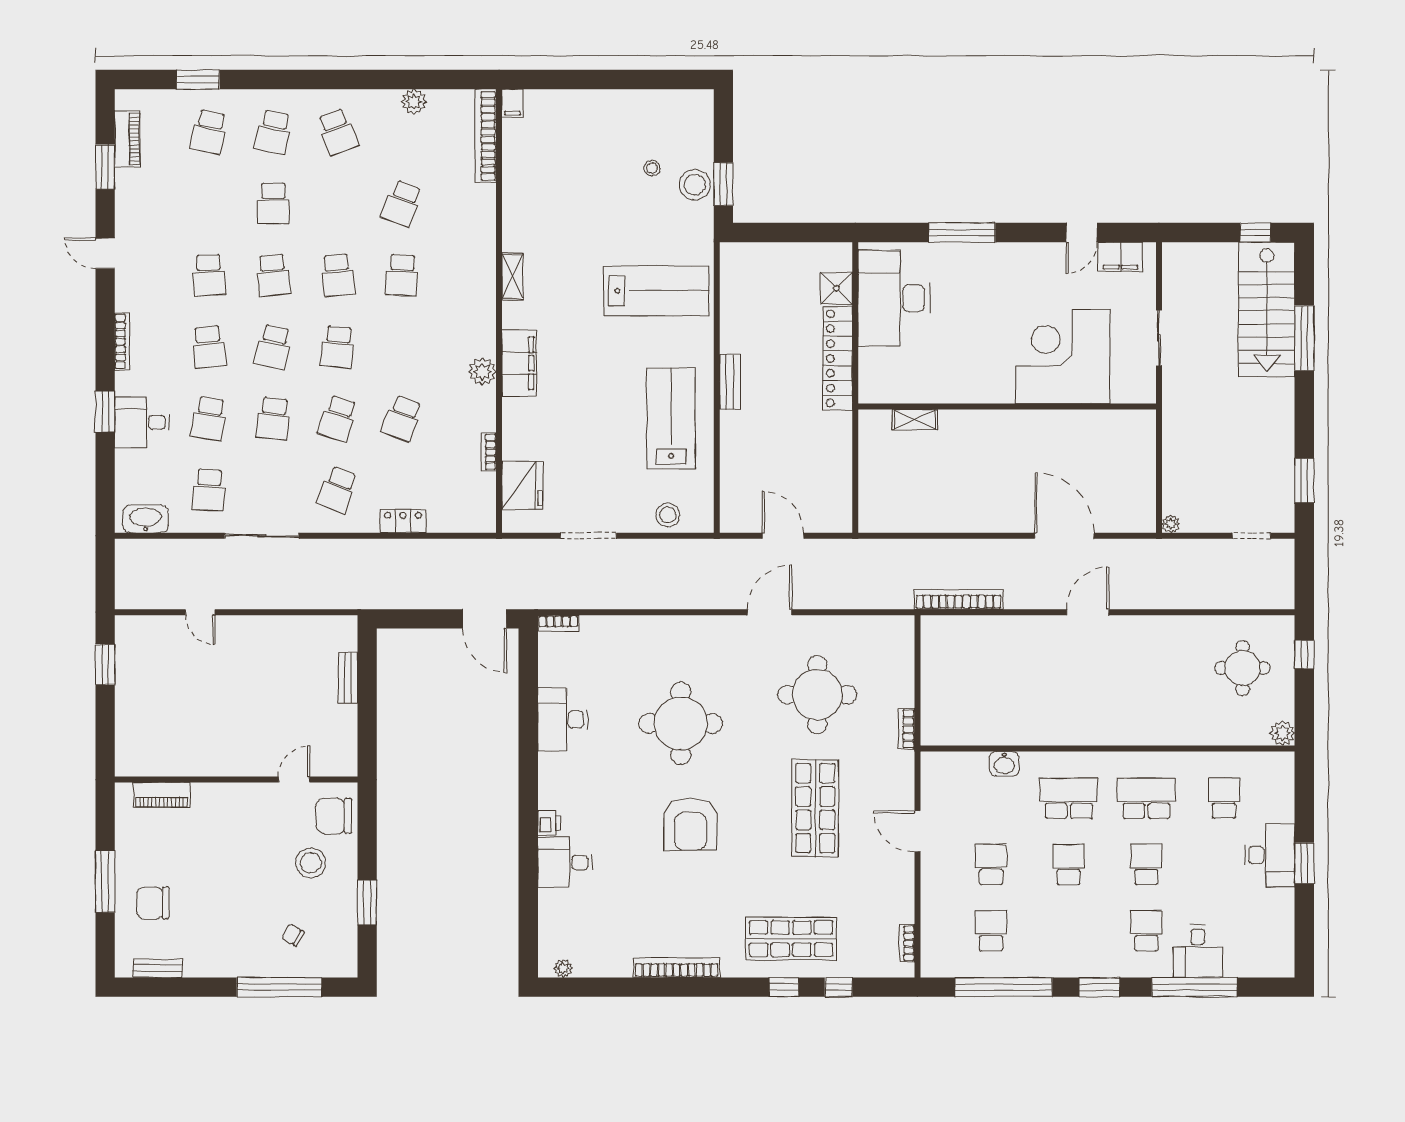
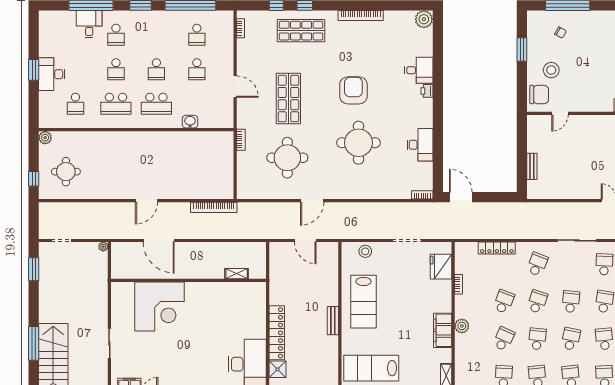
school desk: (402, 347) -> (504, 339), added
corner desk: (1063, 356) -> (160, 306), moved
wall: (1007, 407) -> (188, 280), moved
shelving: (915, 420) -> (237, 274), moved
locker: (403, 521) -> (497, 248), width x1.53
plant: (563, 968) -> (424, 19), width x1.88, depth x1.88

